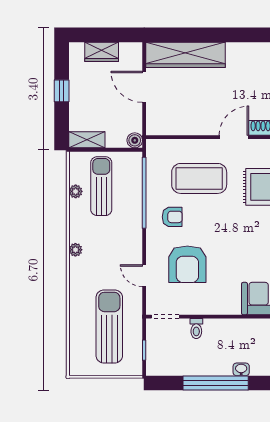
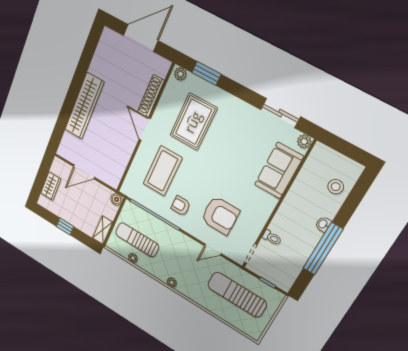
wardrobe: (186, 55) -> (84, 106), moved
armchair: (172, 217) -> (181, 206), turned -90

